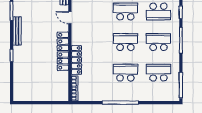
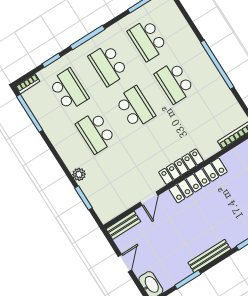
school desk: (125, 42) -> (135, 107), turned 180
locker: (76, 60) -> (181, 167), moved

